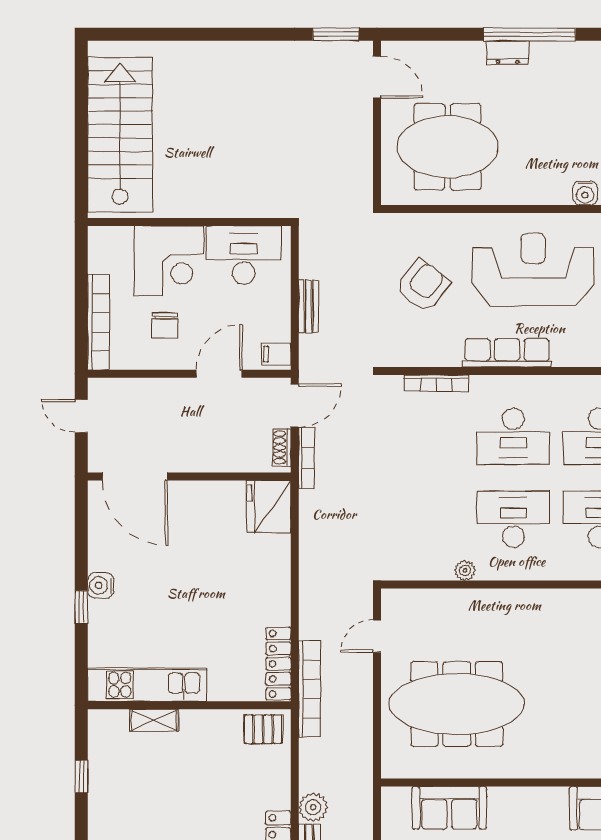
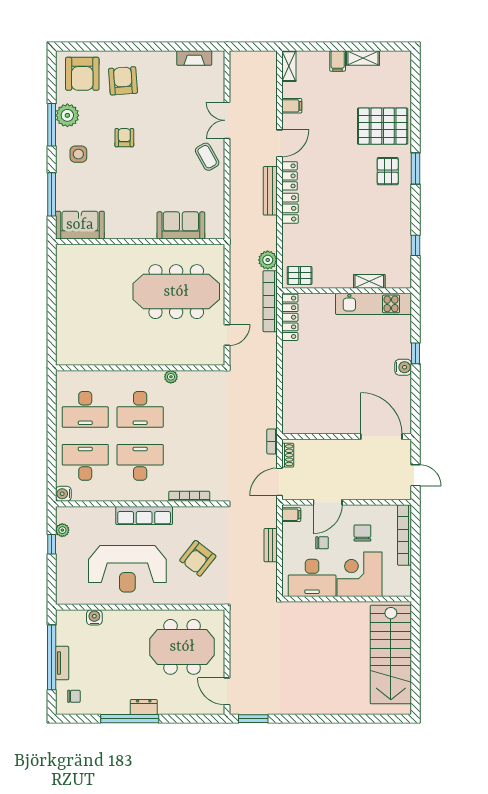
chair: (228, 310) -> (322, 543), added
bookcase: (306, 458) -> (272, 441), width x0.64
fridge: (269, 507) -> (296, 417), removed
plant: (313, 807) -> (268, 260), moved

